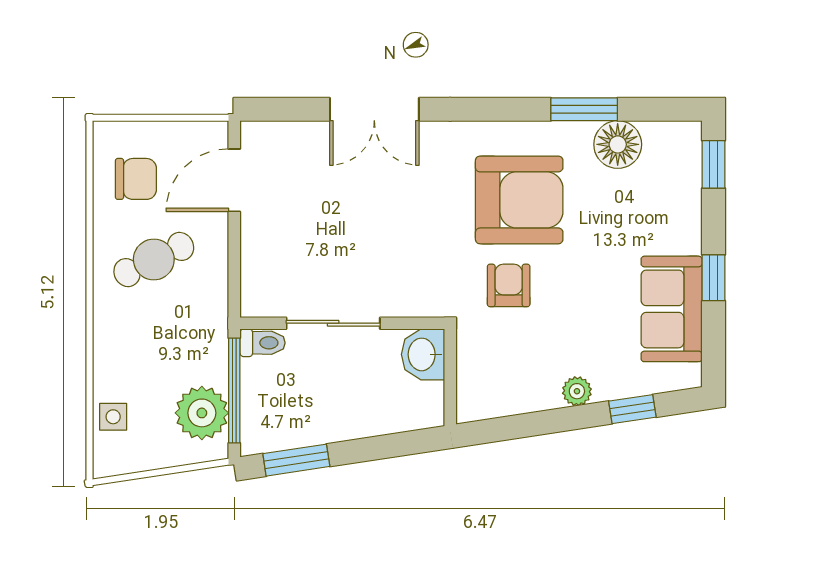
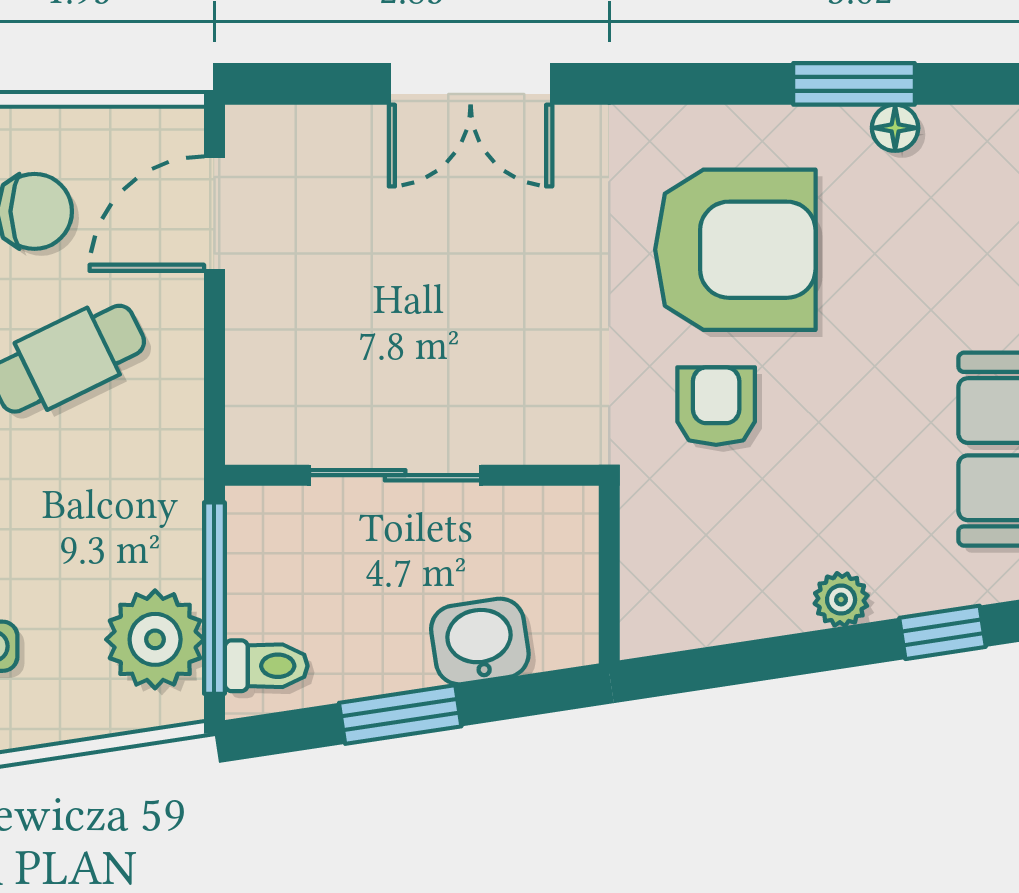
floor lamp: (618, 144) -> (895, 128), width x0.53, depth x0.53
toilet: (263, 343) -> (266, 666), moved
washbasin: (423, 354) -> (480, 641), moved, turned 81
window: (296, 460) -> (400, 715), moved

